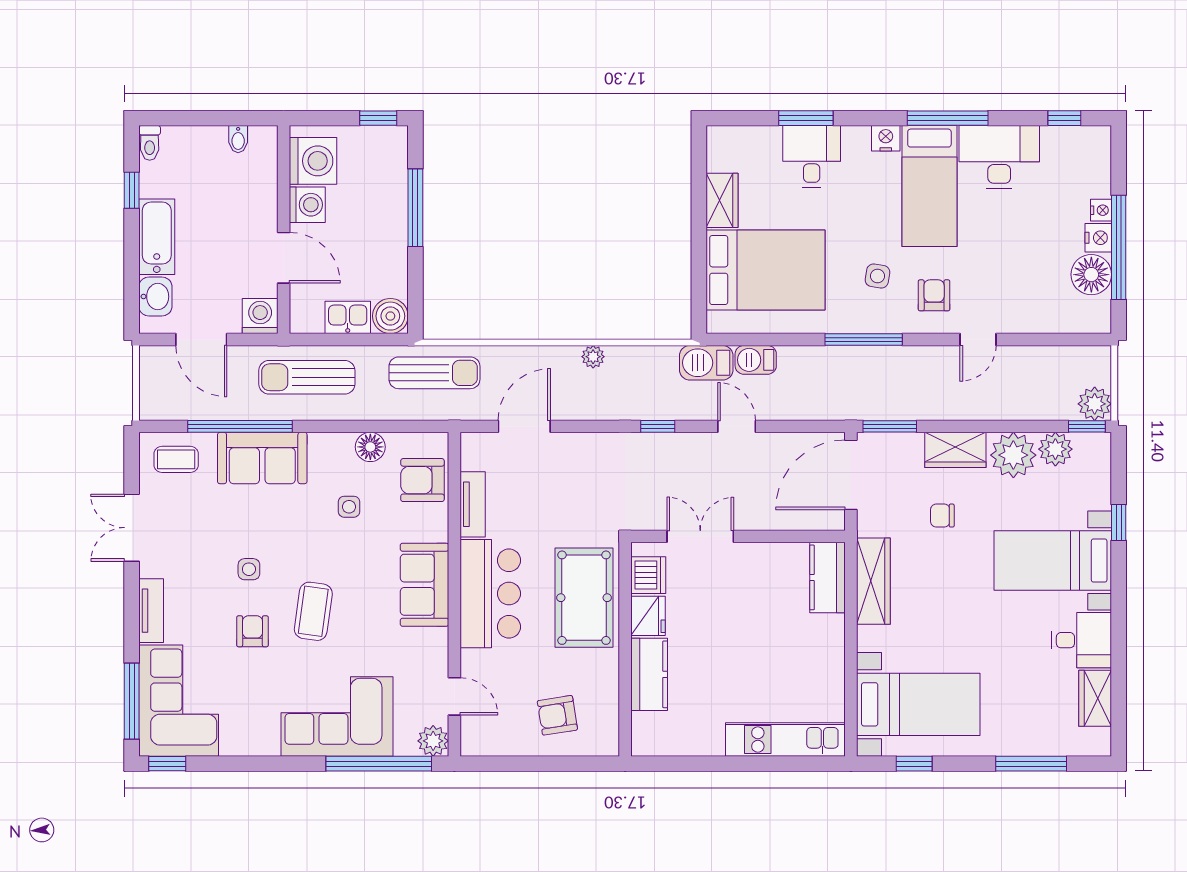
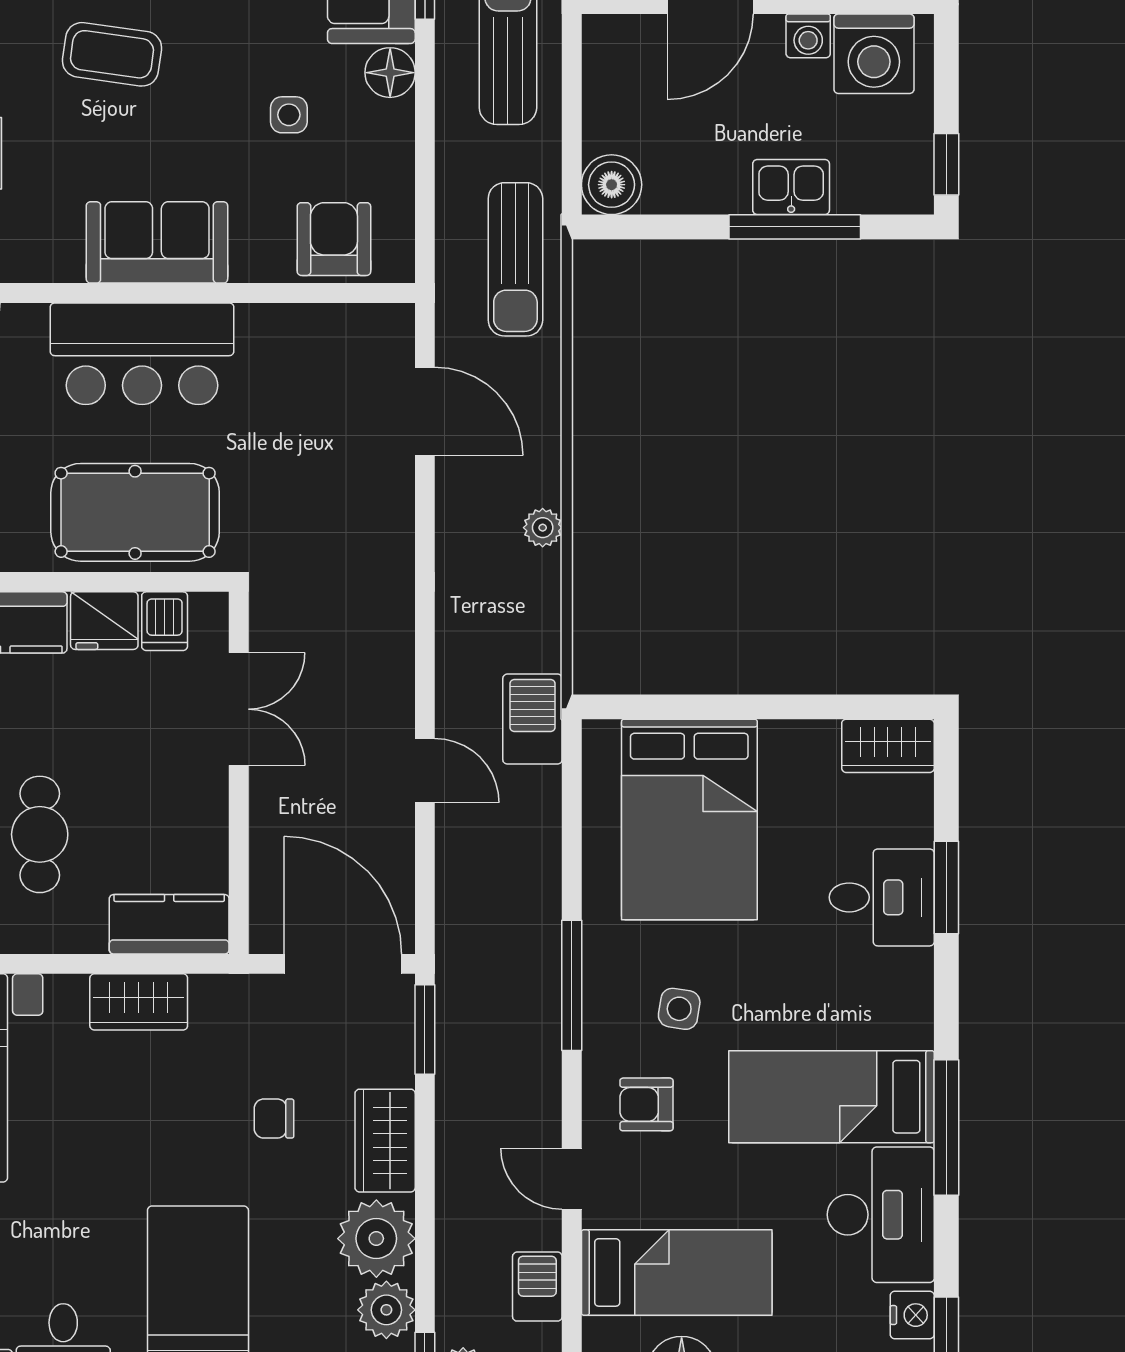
nightstand: (886, 138) -> (912, 1315), moved
wardrobe: (722, 200) -> (888, 746), moved
washing machine: (307, 205) -> (808, 36), width x0.73, depth x0.73
bed: (1033, 278) -> (677, 1272), added
armchair: (934, 295) -> (647, 1104), turned 180
kitchen sink: (348, 317) -> (791, 187), moved, turned -90
barbecue: (756, 360) -> (537, 1287), moved
window: (658, 426) -> (425, 637), removed
door: (737, 426) -> (425, 771), hinge flipped
floor lamp: (370, 447) -> (390, 73), moved
tv unit: (473, 504) -> (293, 324), removed
chair: (942, 516) -> (274, 1119), turned -90
dishwasher: (648, 575) -> (165, 621), width x0.73
wardrobe: (873, 581) -> (139, 1002), width x0.67
cafe table: (774, 654) -> (40, 834), added

